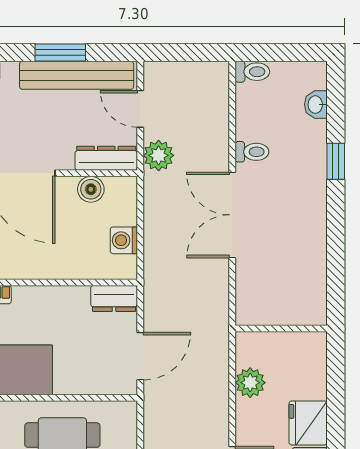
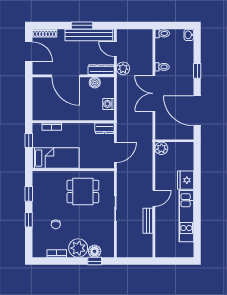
washbasin: (316, 105) -> (189, 35), moved
door: (336, 257) -> (197, 111), added
plant: (250, 383) -> (161, 148), moved

